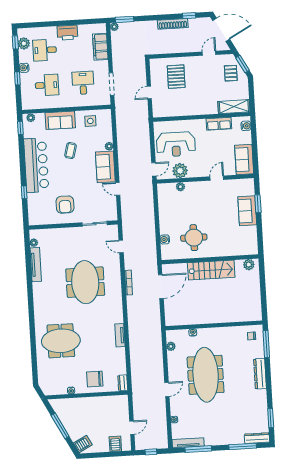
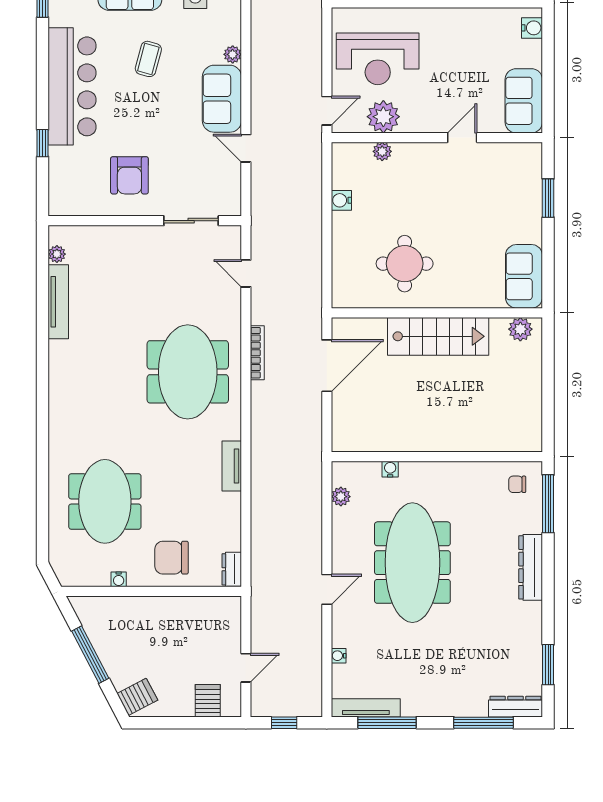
row of seats: (219, 124) -> (474, 20), removed
sofa: (247, 211) -> (524, 276), moved
water cooler: (165, 239) -> (341, 200), moved
meeting table: (85, 282) -> (188, 372), moved
meeting table: (61, 341) -> (105, 501), moved, turned 90

